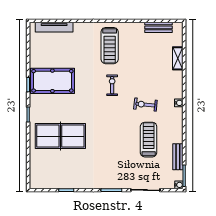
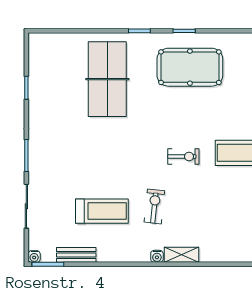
shelving: (178, 58) -> (182, 255), moved
pool table: (52, 81) -> (190, 67), turned 90

